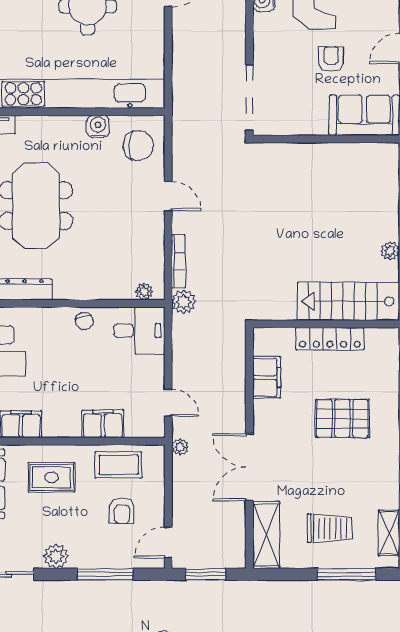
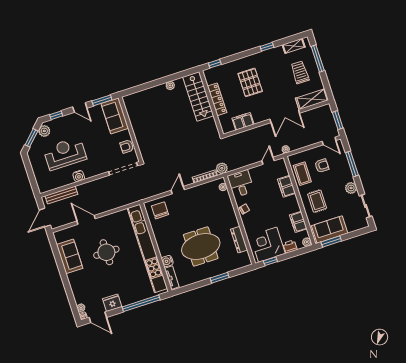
armchair: (331, 59) -> (127, 146), moved
water cooler: (98, 126) -> (167, 261), moved

